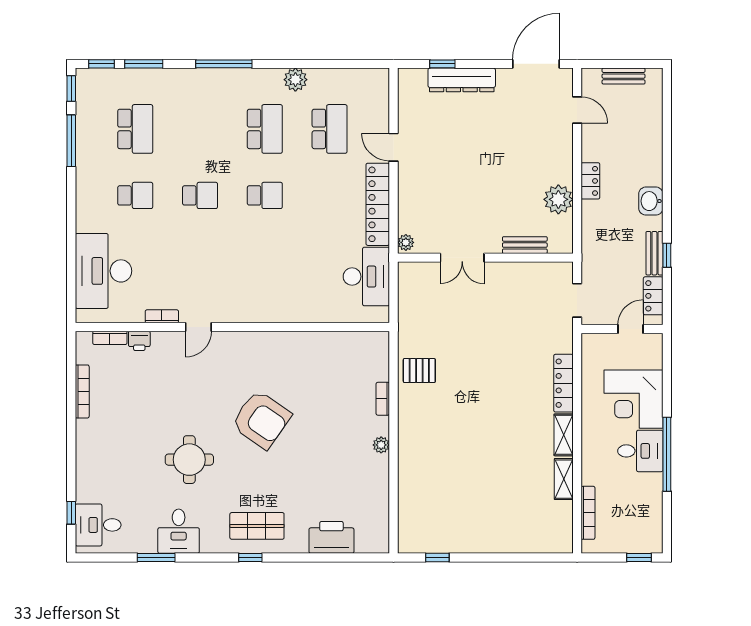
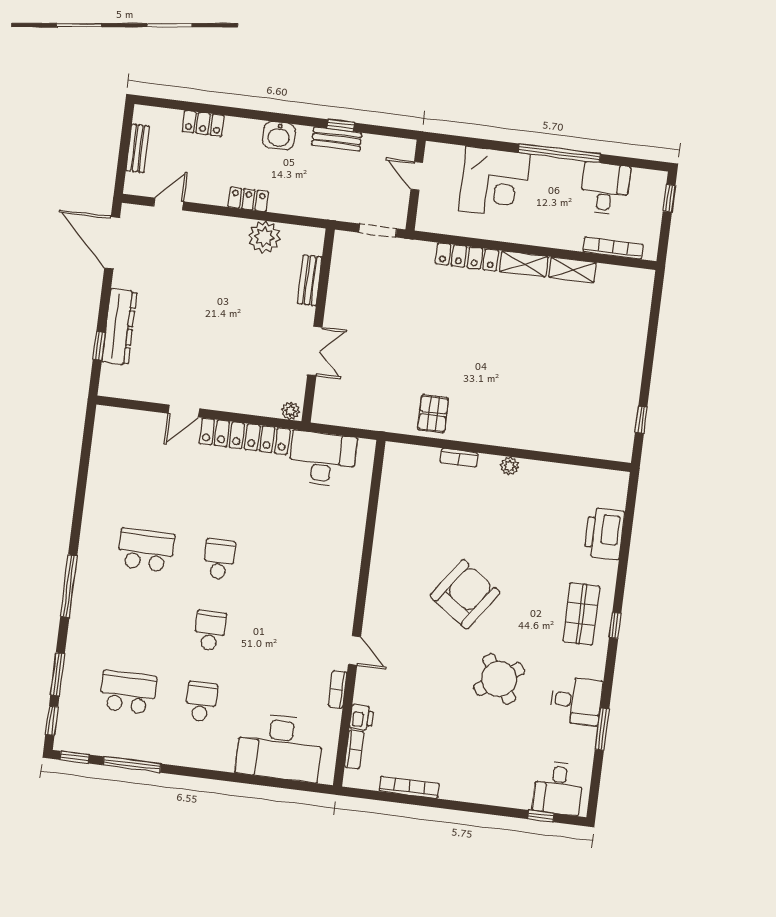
plant: (295, 80) -> (96, 509), removed
school desk: (330, 129) -> (155, 479), removed
locker: (653, 296) -> (203, 124), moved
desk: (640, 451) -> (605, 189), moved
round table: (189, 460) -> (499, 679), turned -34

